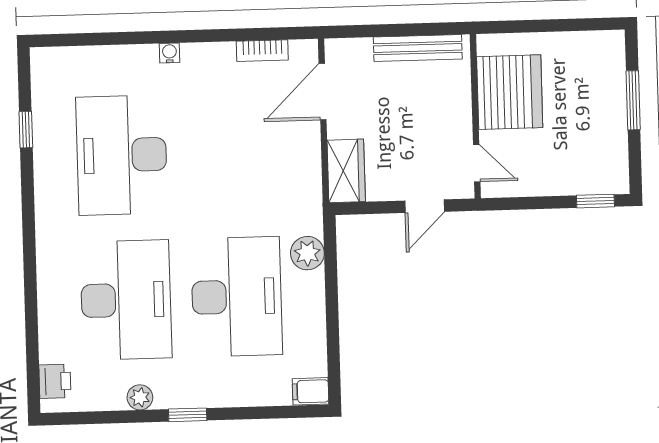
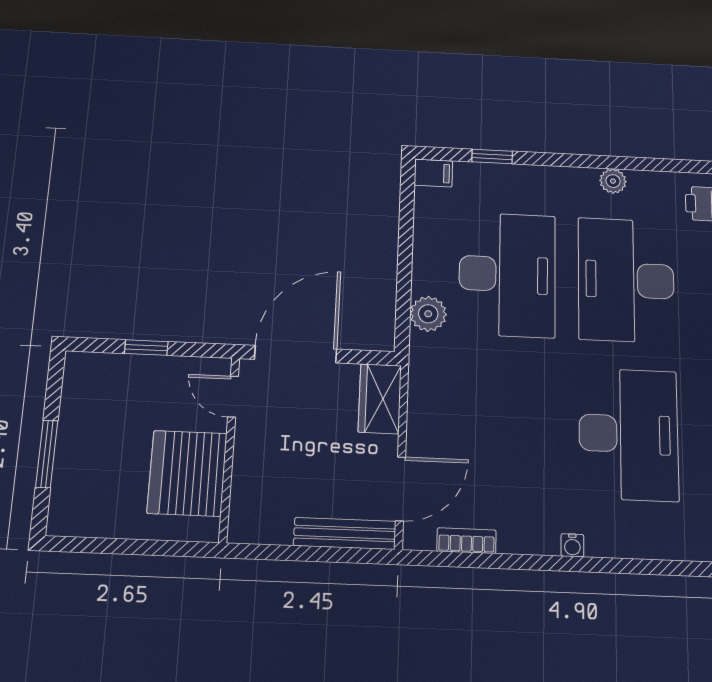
bench: (418, 48) -> (345, 533), moved
window: (595, 201) -> (146, 348), moved
door: (425, 206) -> (296, 354), width x1.88
desk: (237, 297) -> (507, 274), turned 180
window: (188, 415) -> (492, 156), moved

